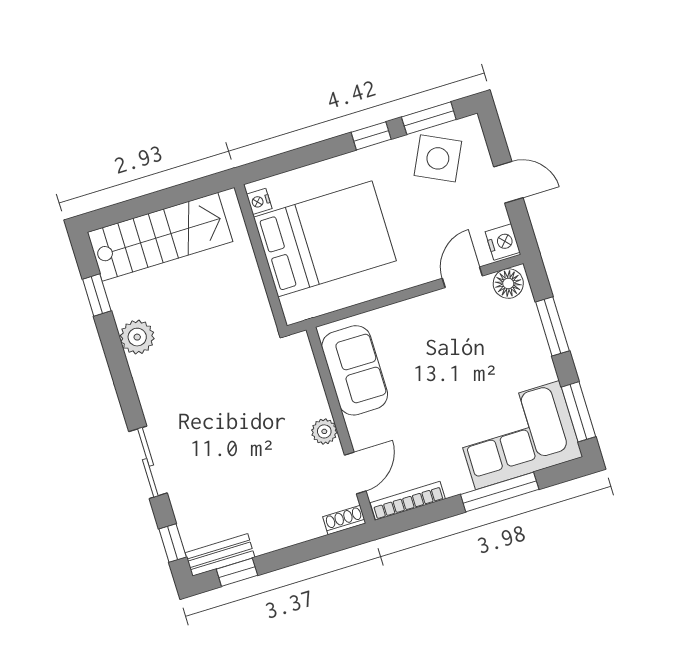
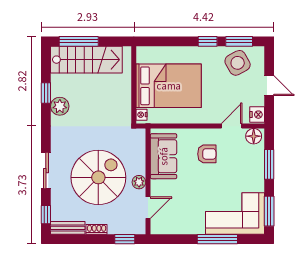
side table: (438, 158) -> (238, 63), turned 35
nightstand: (259, 201) -> (142, 115), moved
window: (136, 208) -> (79, 41), added
window: (97, 295) -> (46, 93), moved
armchair: (433, 342) -> (207, 154), added
spiral stairs: (248, 446) -> (98, 177), added
bookcase: (408, 501) -> (170, 230), removed
shoe rack: (344, 520) -> (97, 229), moved
window: (237, 572) -> (125, 239), moved

